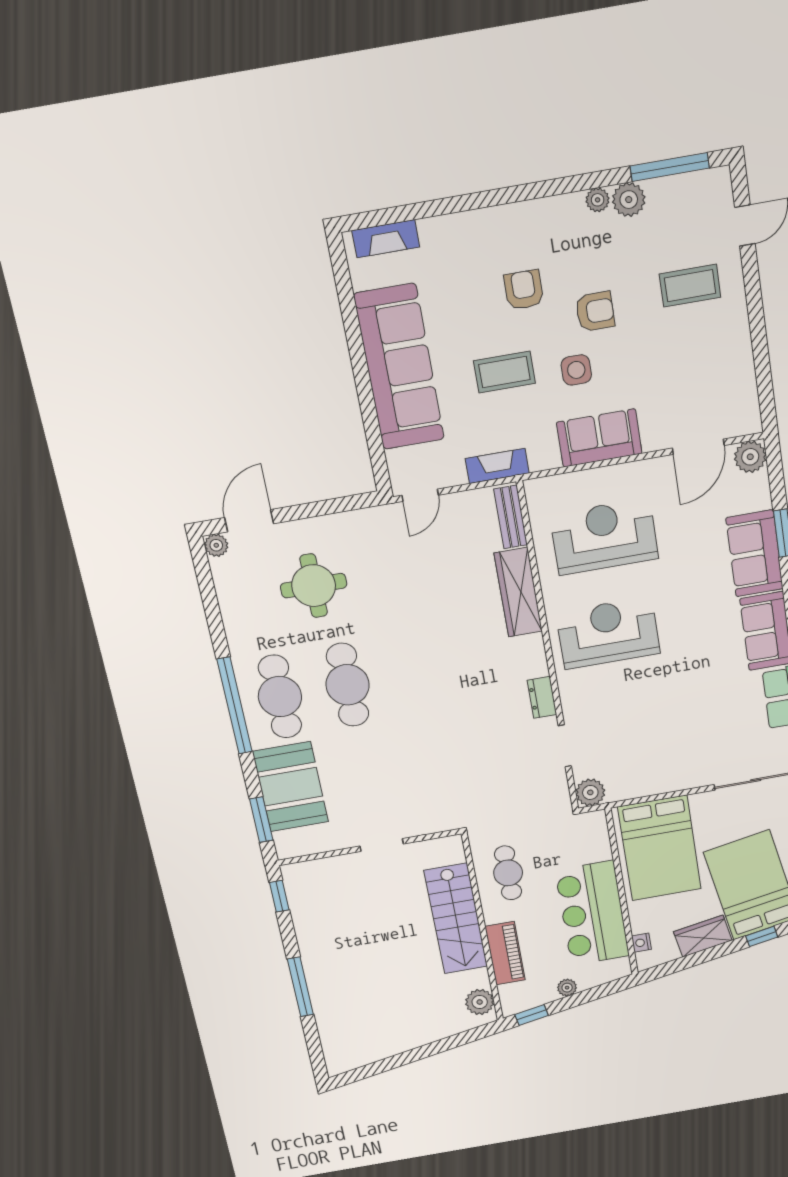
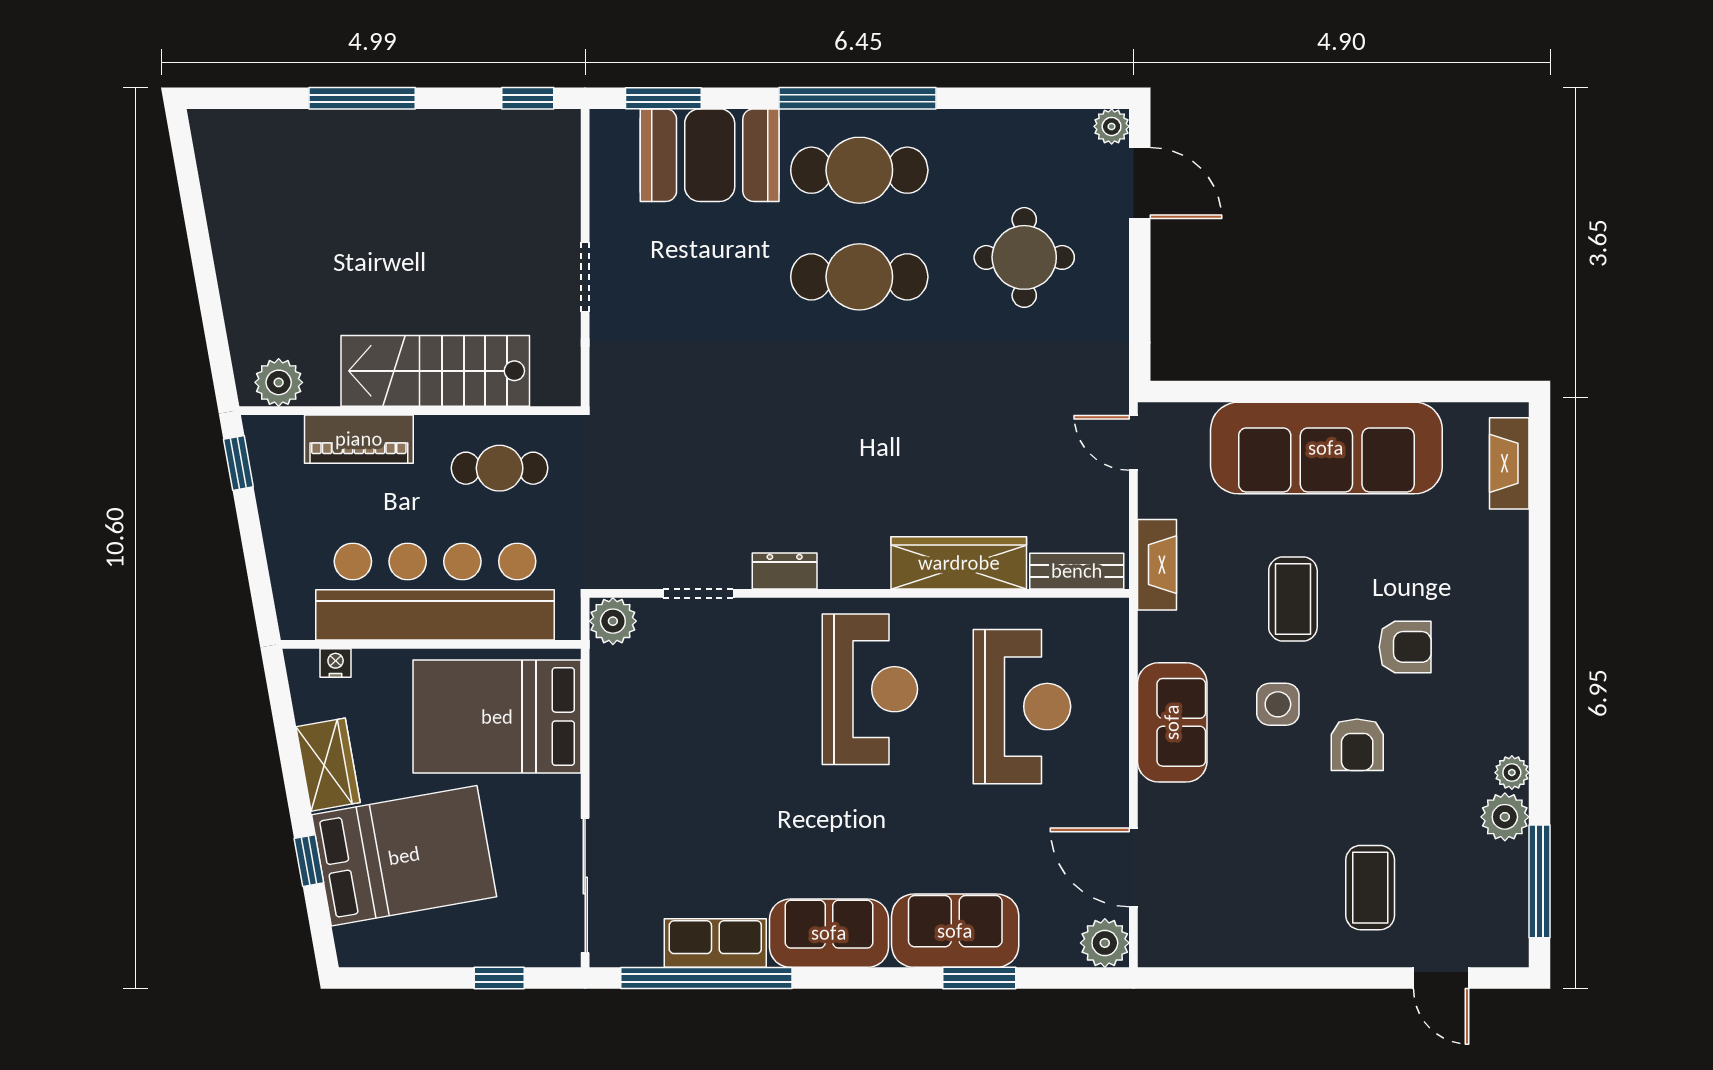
bar counter: (592, 913) -> (435, 592), width x1.36
plant: (567, 988) -> (277, 529), removed

